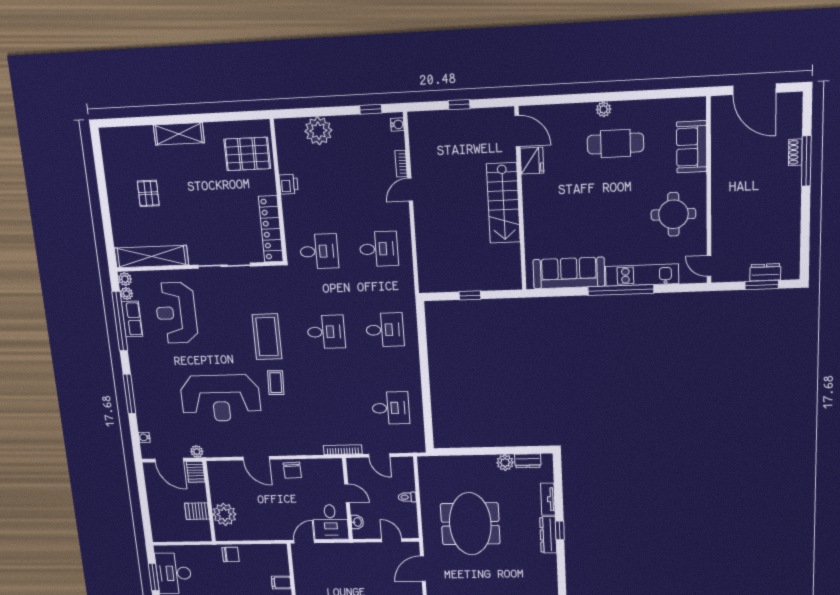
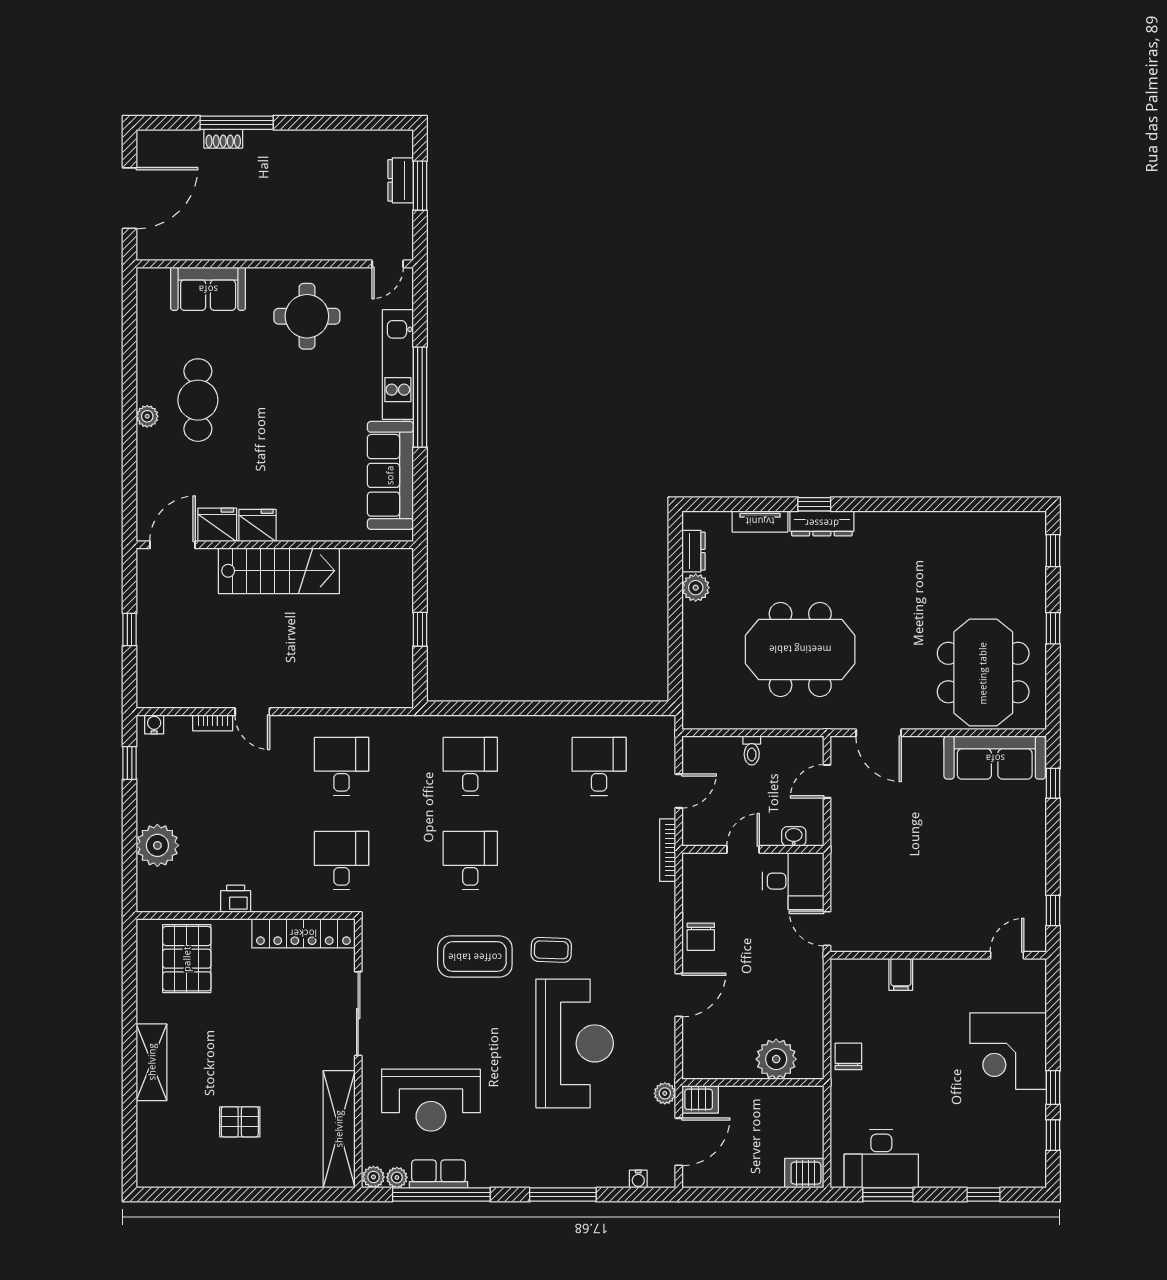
fridge: (533, 188) -> (257, 525), added
chair: (292, 470) -> (701, 937), turned 92
server rack: (197, 511) -> (804, 1173), moved, turned 90

